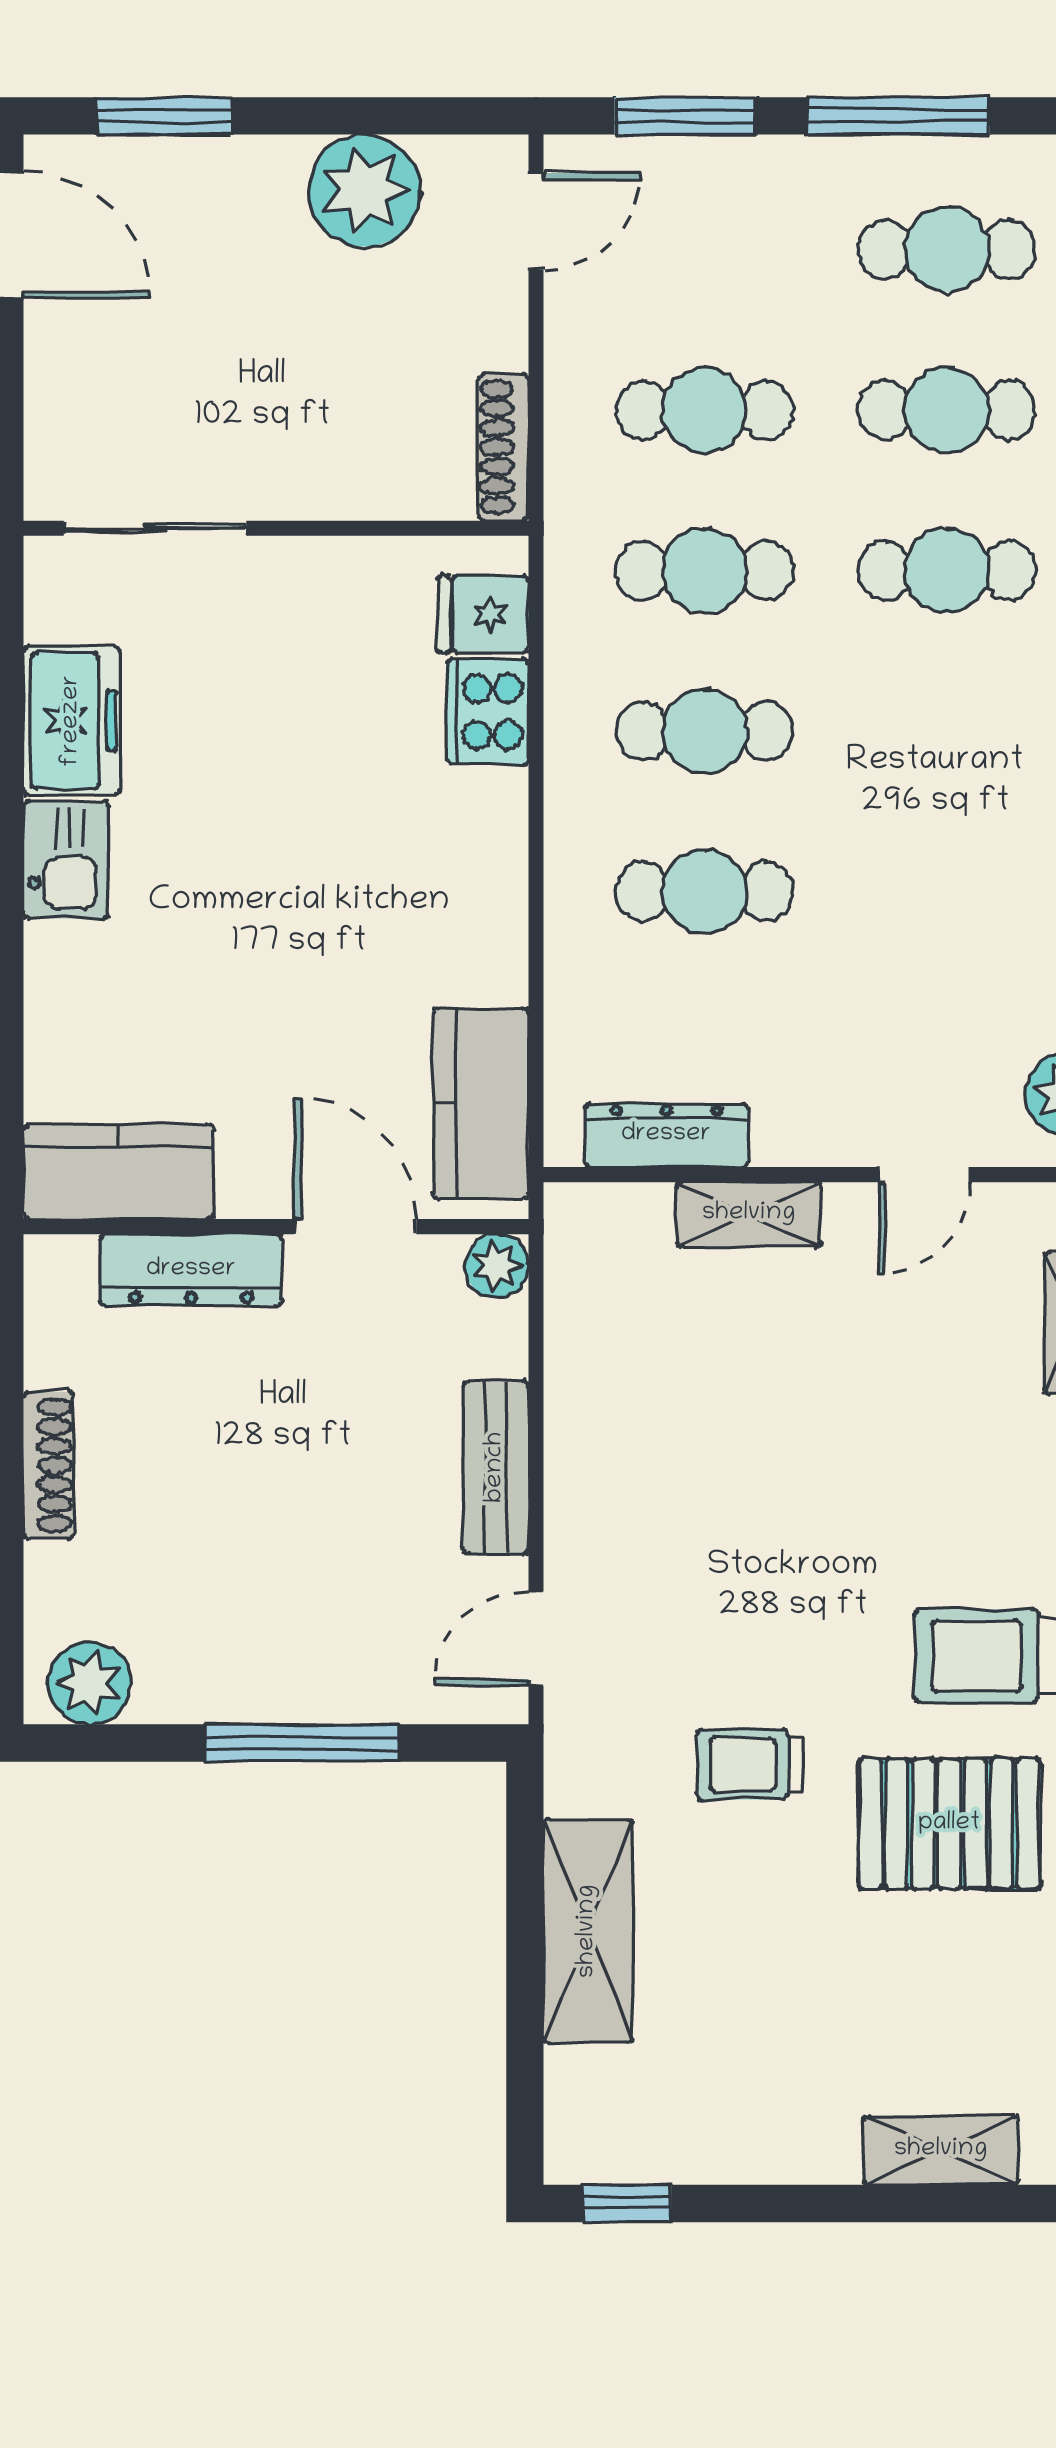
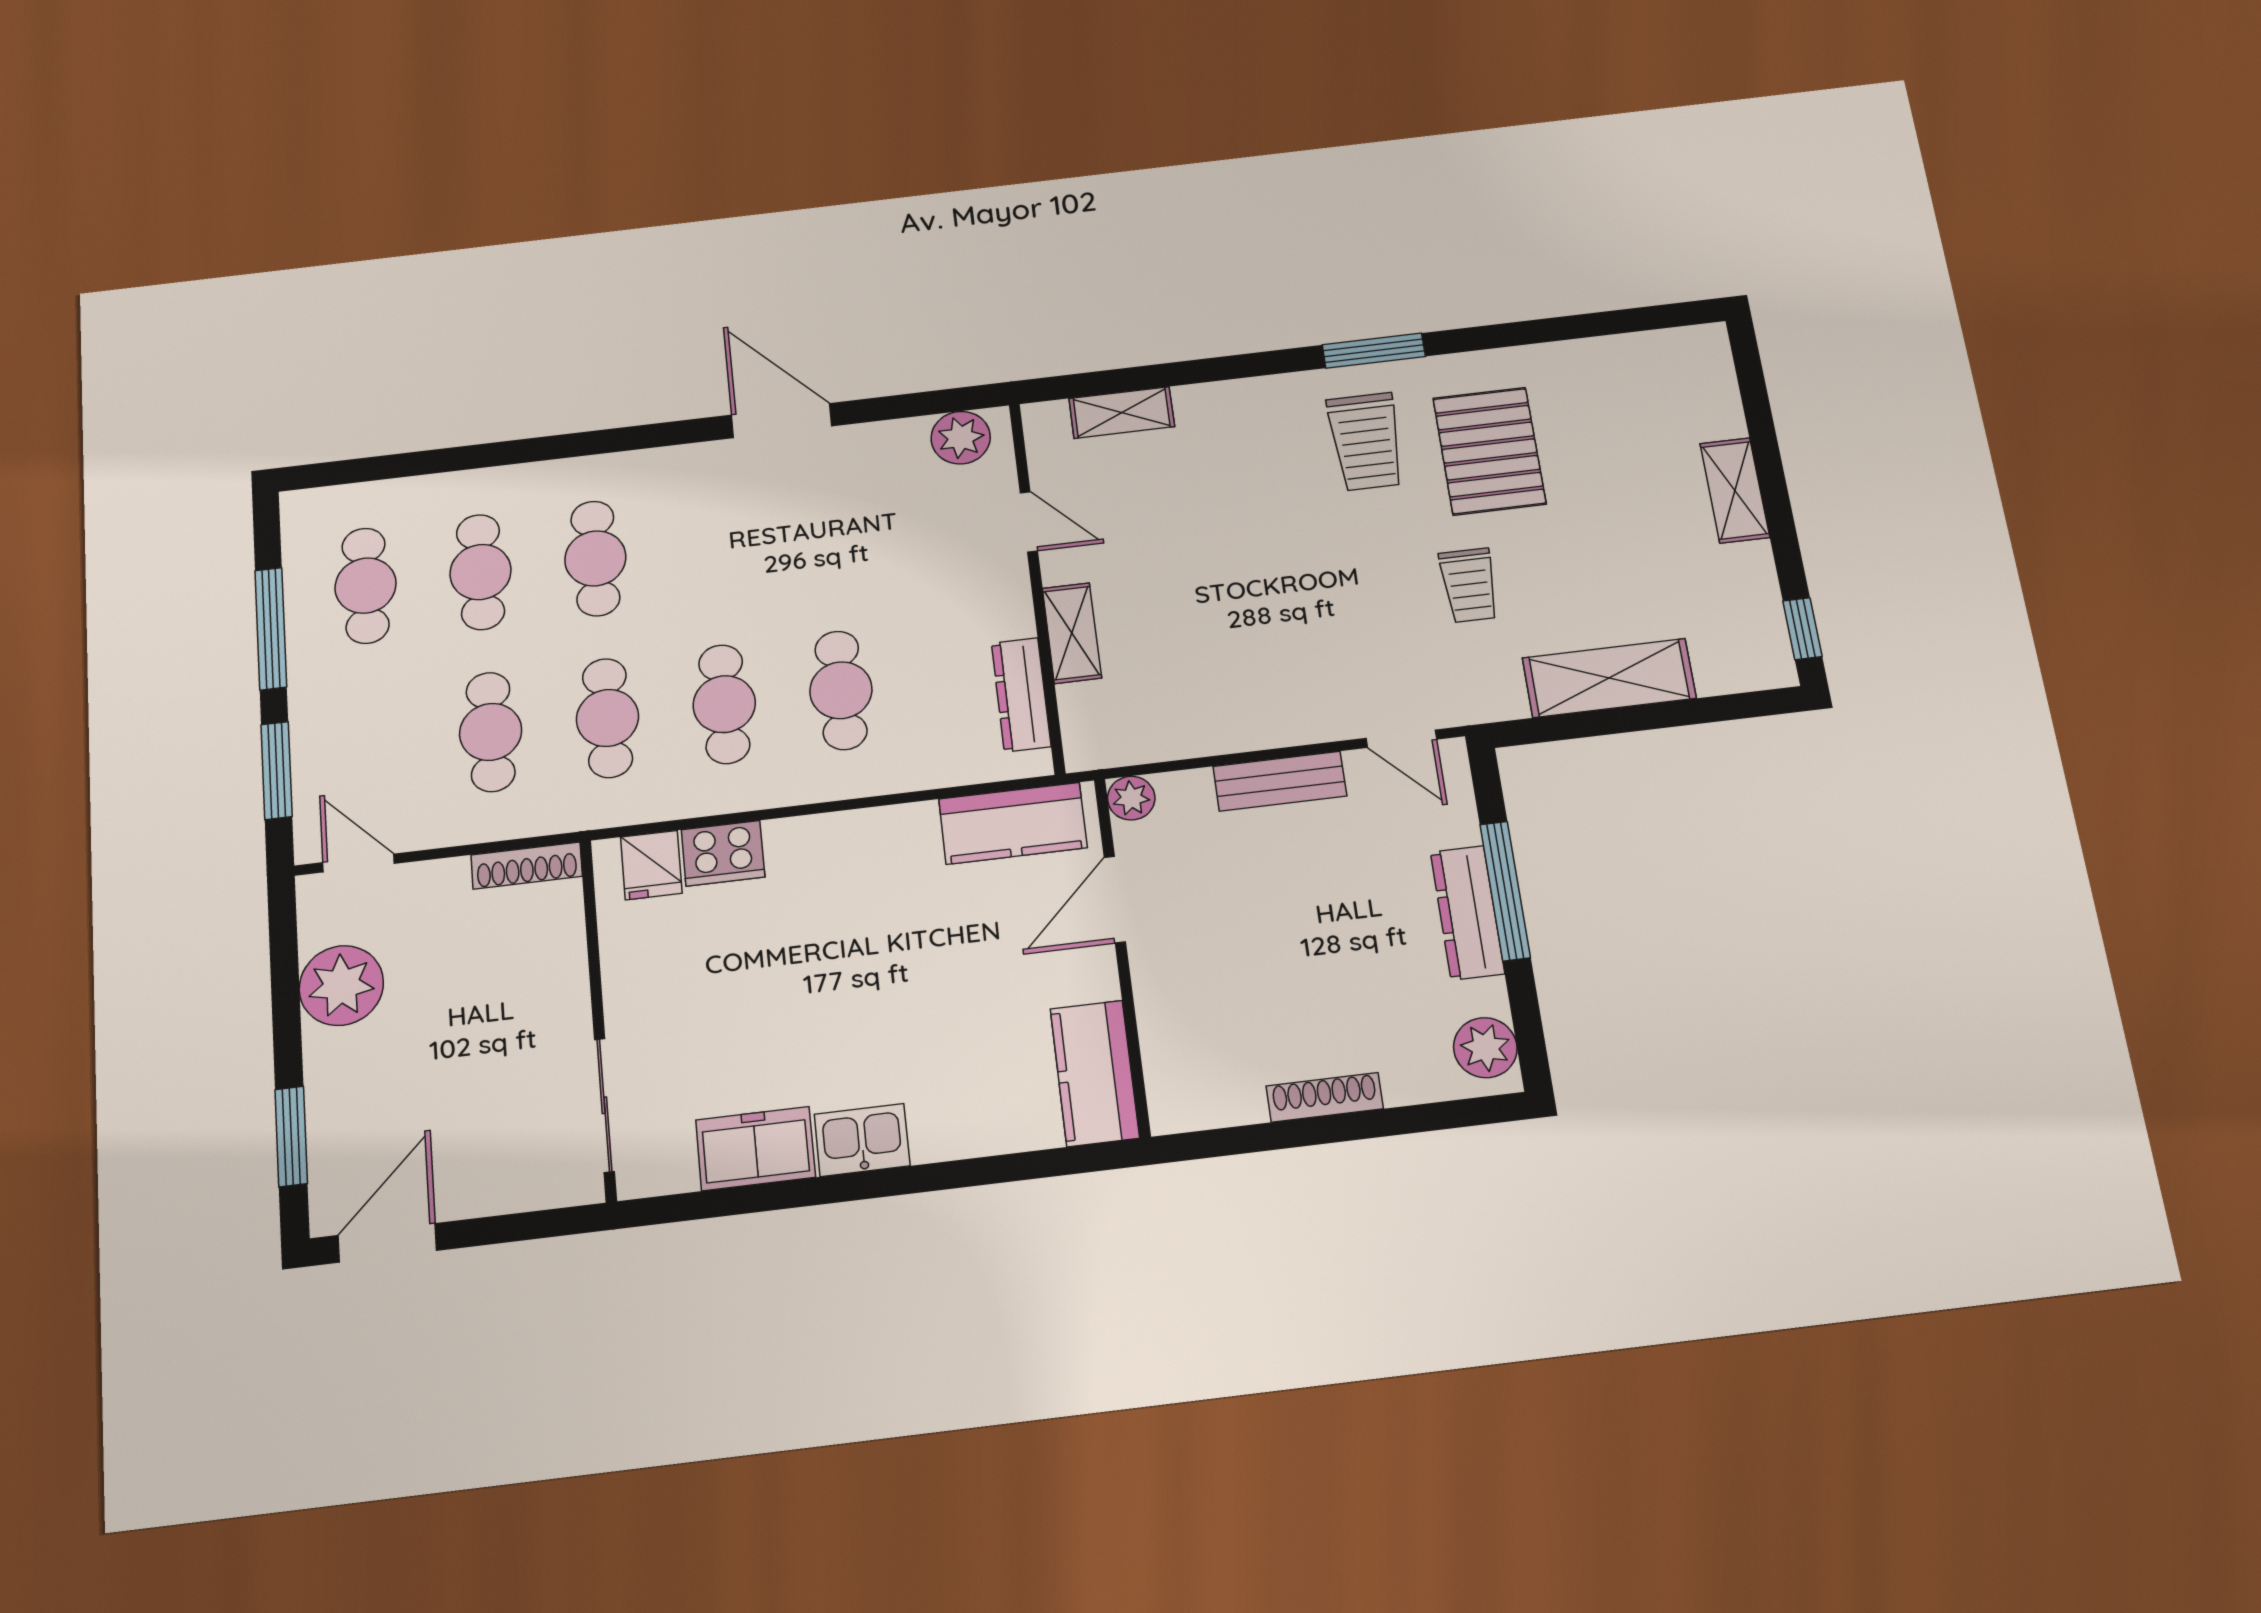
dresser: (191, 1270) -> (1467, 913), moved, turned 180
shelving: (941, 2150) -> (1735, 490), moved

